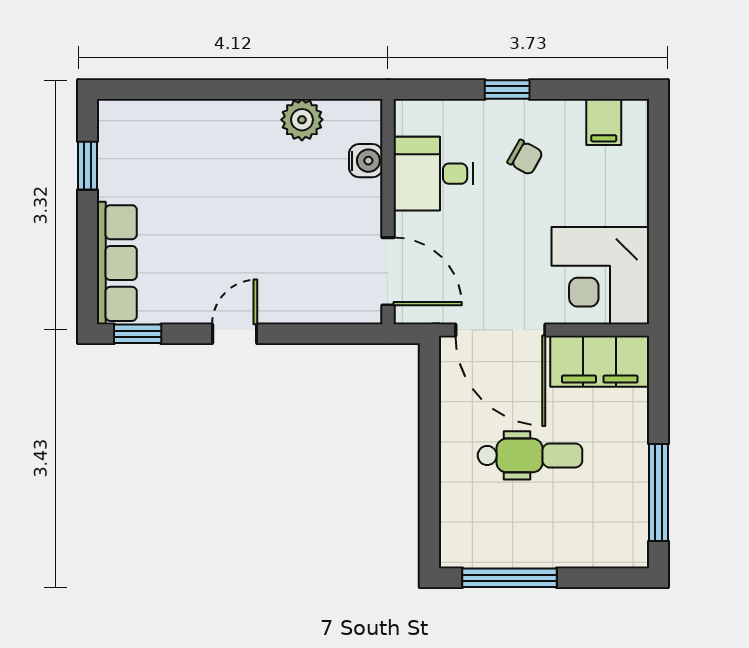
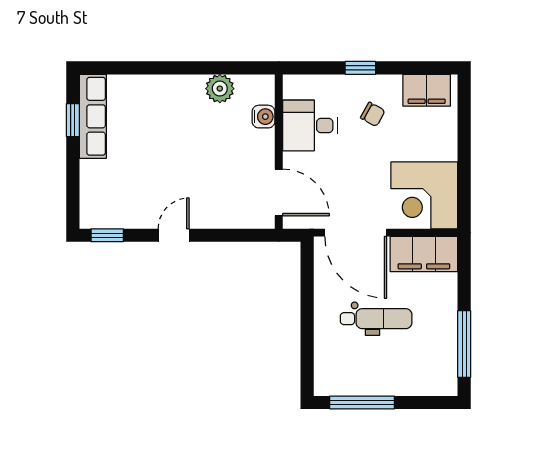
filing cabinet: (604, 122) -> (427, 90), width x2.00
row of seats: (117, 263) -> (93, 116), moved

